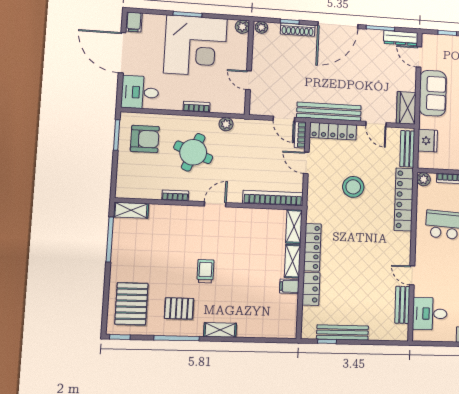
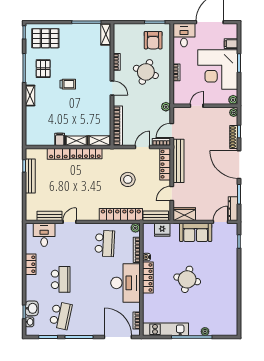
filing cabinet: (134, 22) -> (231, 44), moved
plant: (226, 124) -> (166, 107), moved

